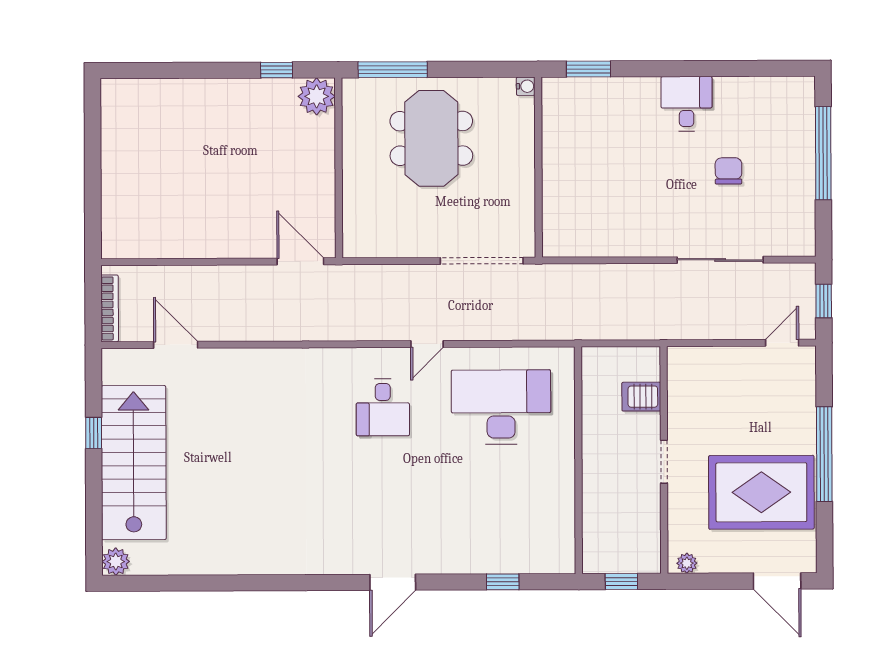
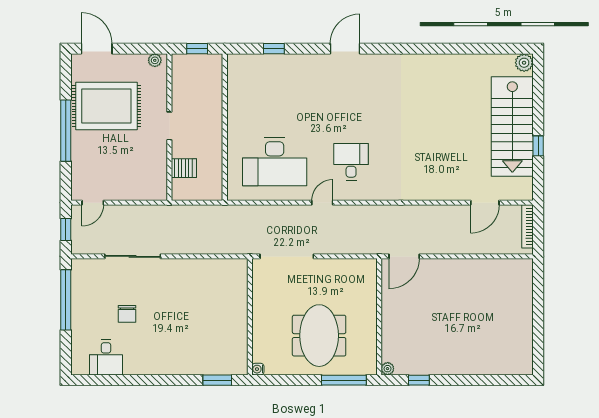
plant: (317, 96) -> (388, 369), width x0.53, depth x0.53
desk: (687, 104) -> (106, 357), moved
window: (823, 153) -> (66, 300), moved
door: (300, 261) -> (404, 256), hinge flipped
door: (176, 345) -> (485, 203), hinge flipped

